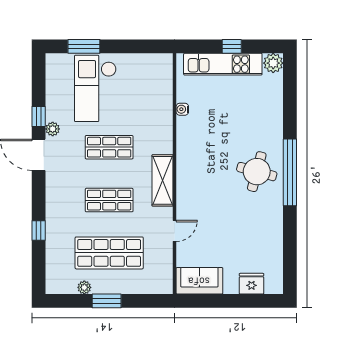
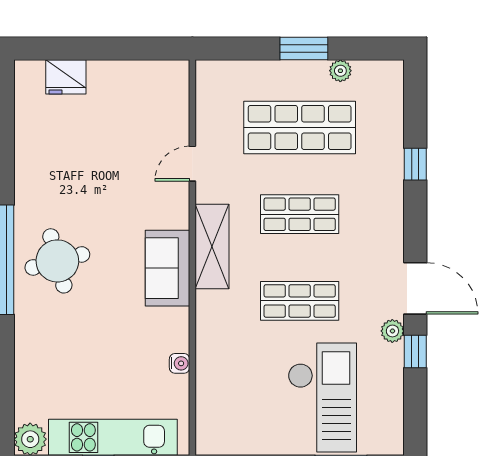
round table: (257, 172) -> (57, 261), turned -30
sofa: (199, 281) -> (168, 268), moved, turned 90

